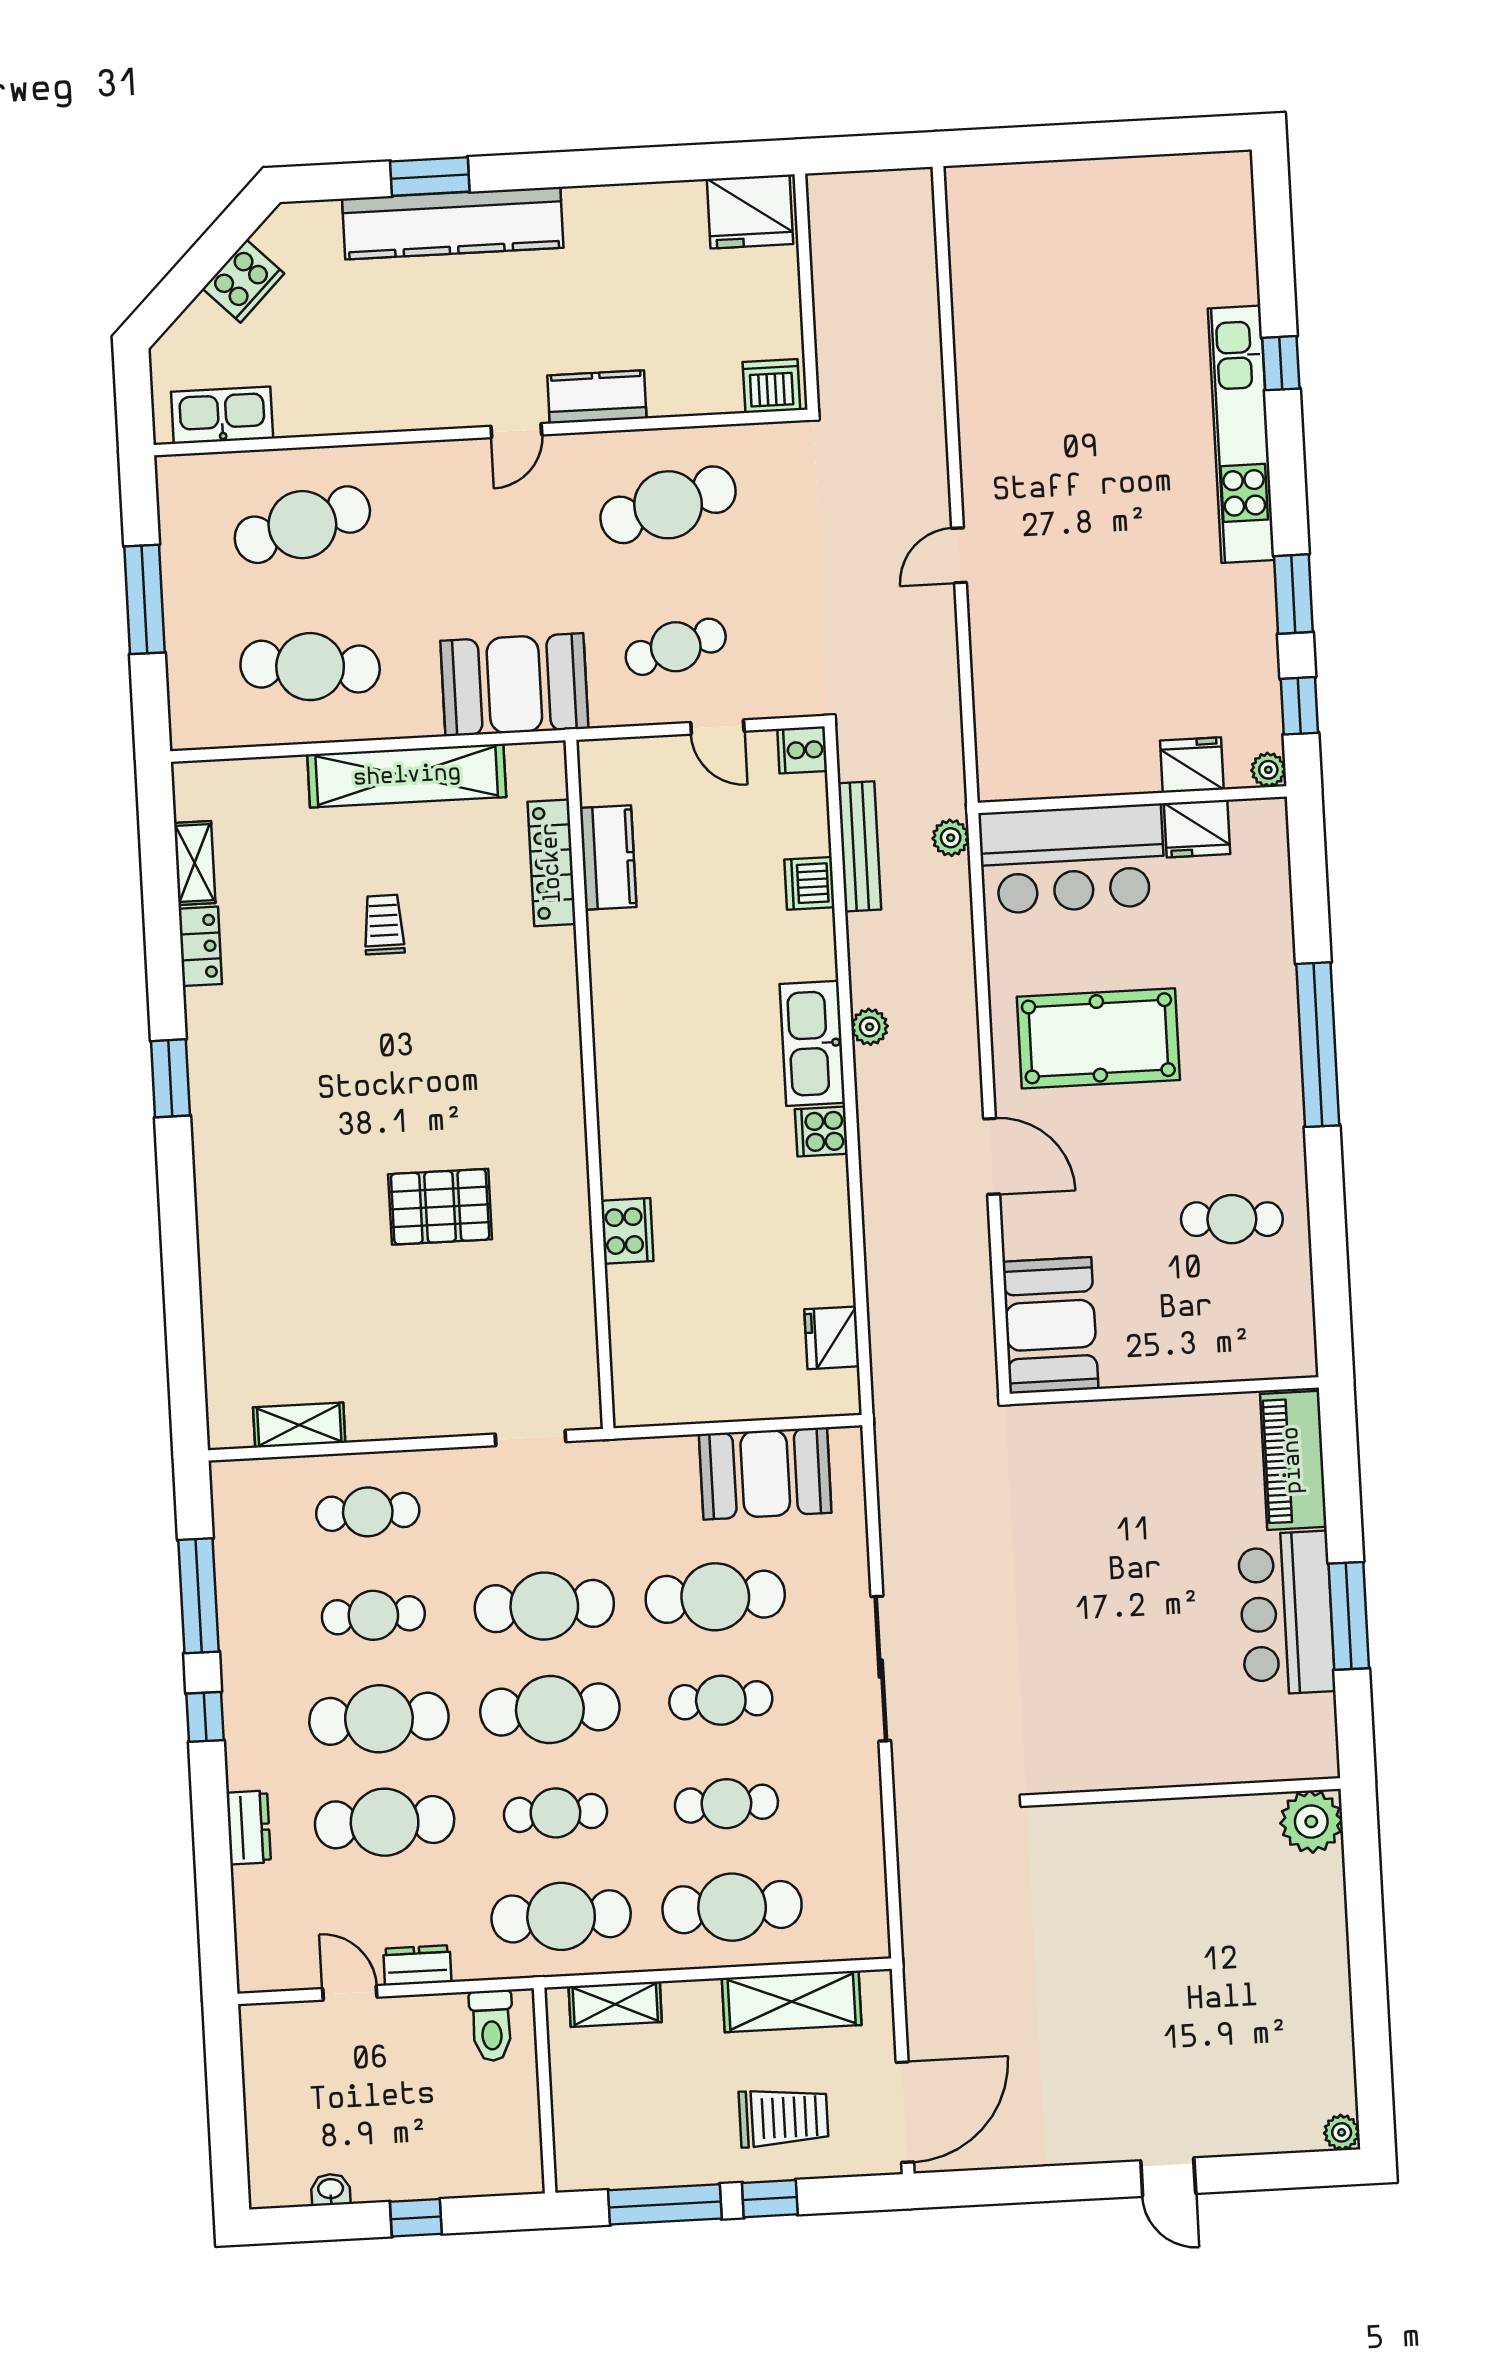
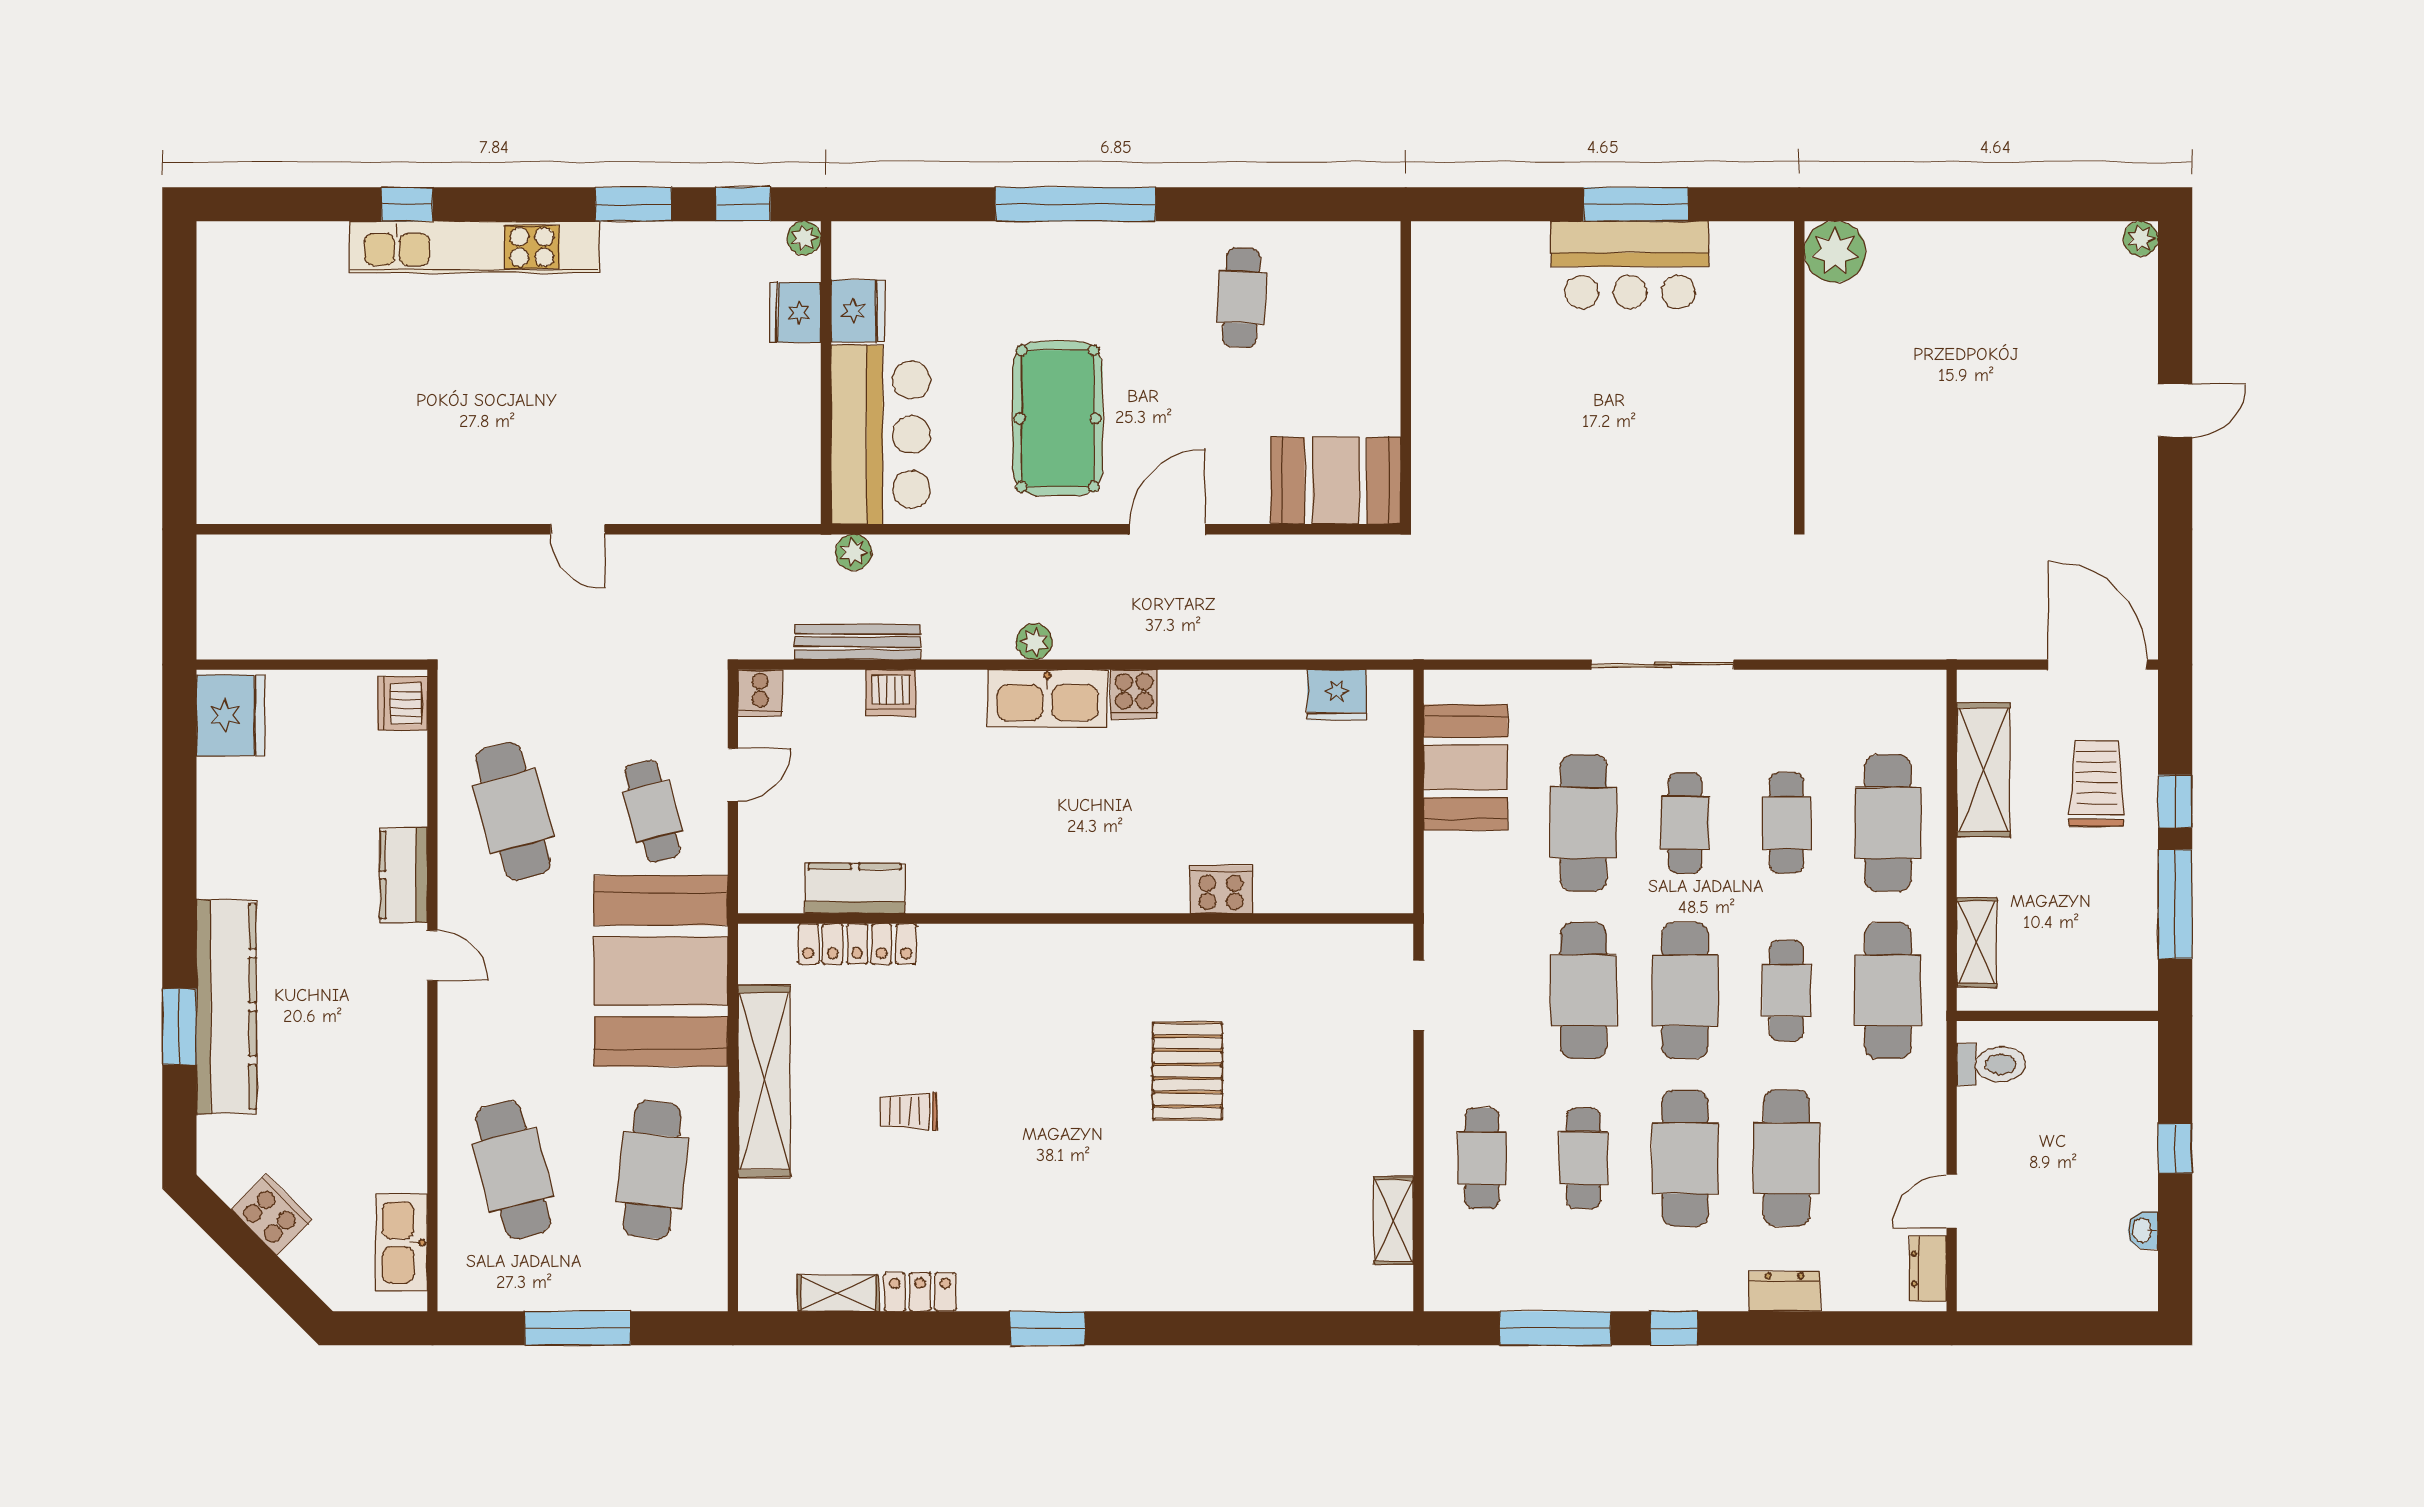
booth: (514, 685) -> (661, 971), width x1.36, depth x1.42
piano: (1293, 1460) -> (1481, 250), removed
dresser: (417, 1965) -> (1928, 1269), moved

